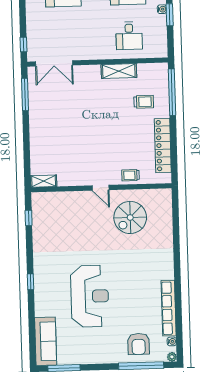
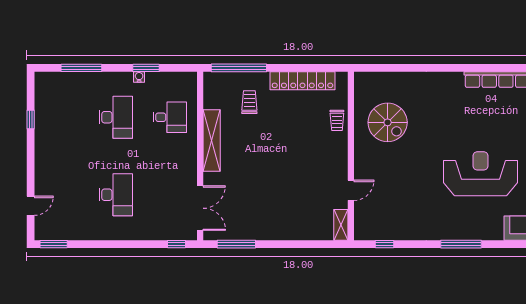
shelving: (119, 71) -> (212, 141), width x1.47
door: (101, 188) -> (351, 190), moved
window: (30, 282) -> (461, 244), width x2.17

